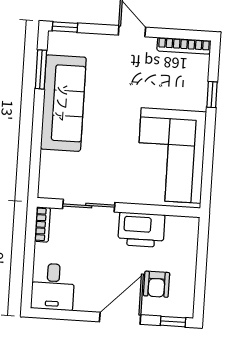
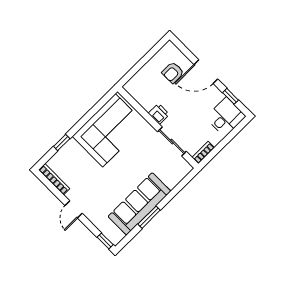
window: (41, 69) -> (149, 217), moved
printer: (141, 230) -> (159, 114), width x0.53, depth x0.68
armchair: (157, 284) -> (173, 73), turned 180
window: (173, 322) -> (231, 96), moved

